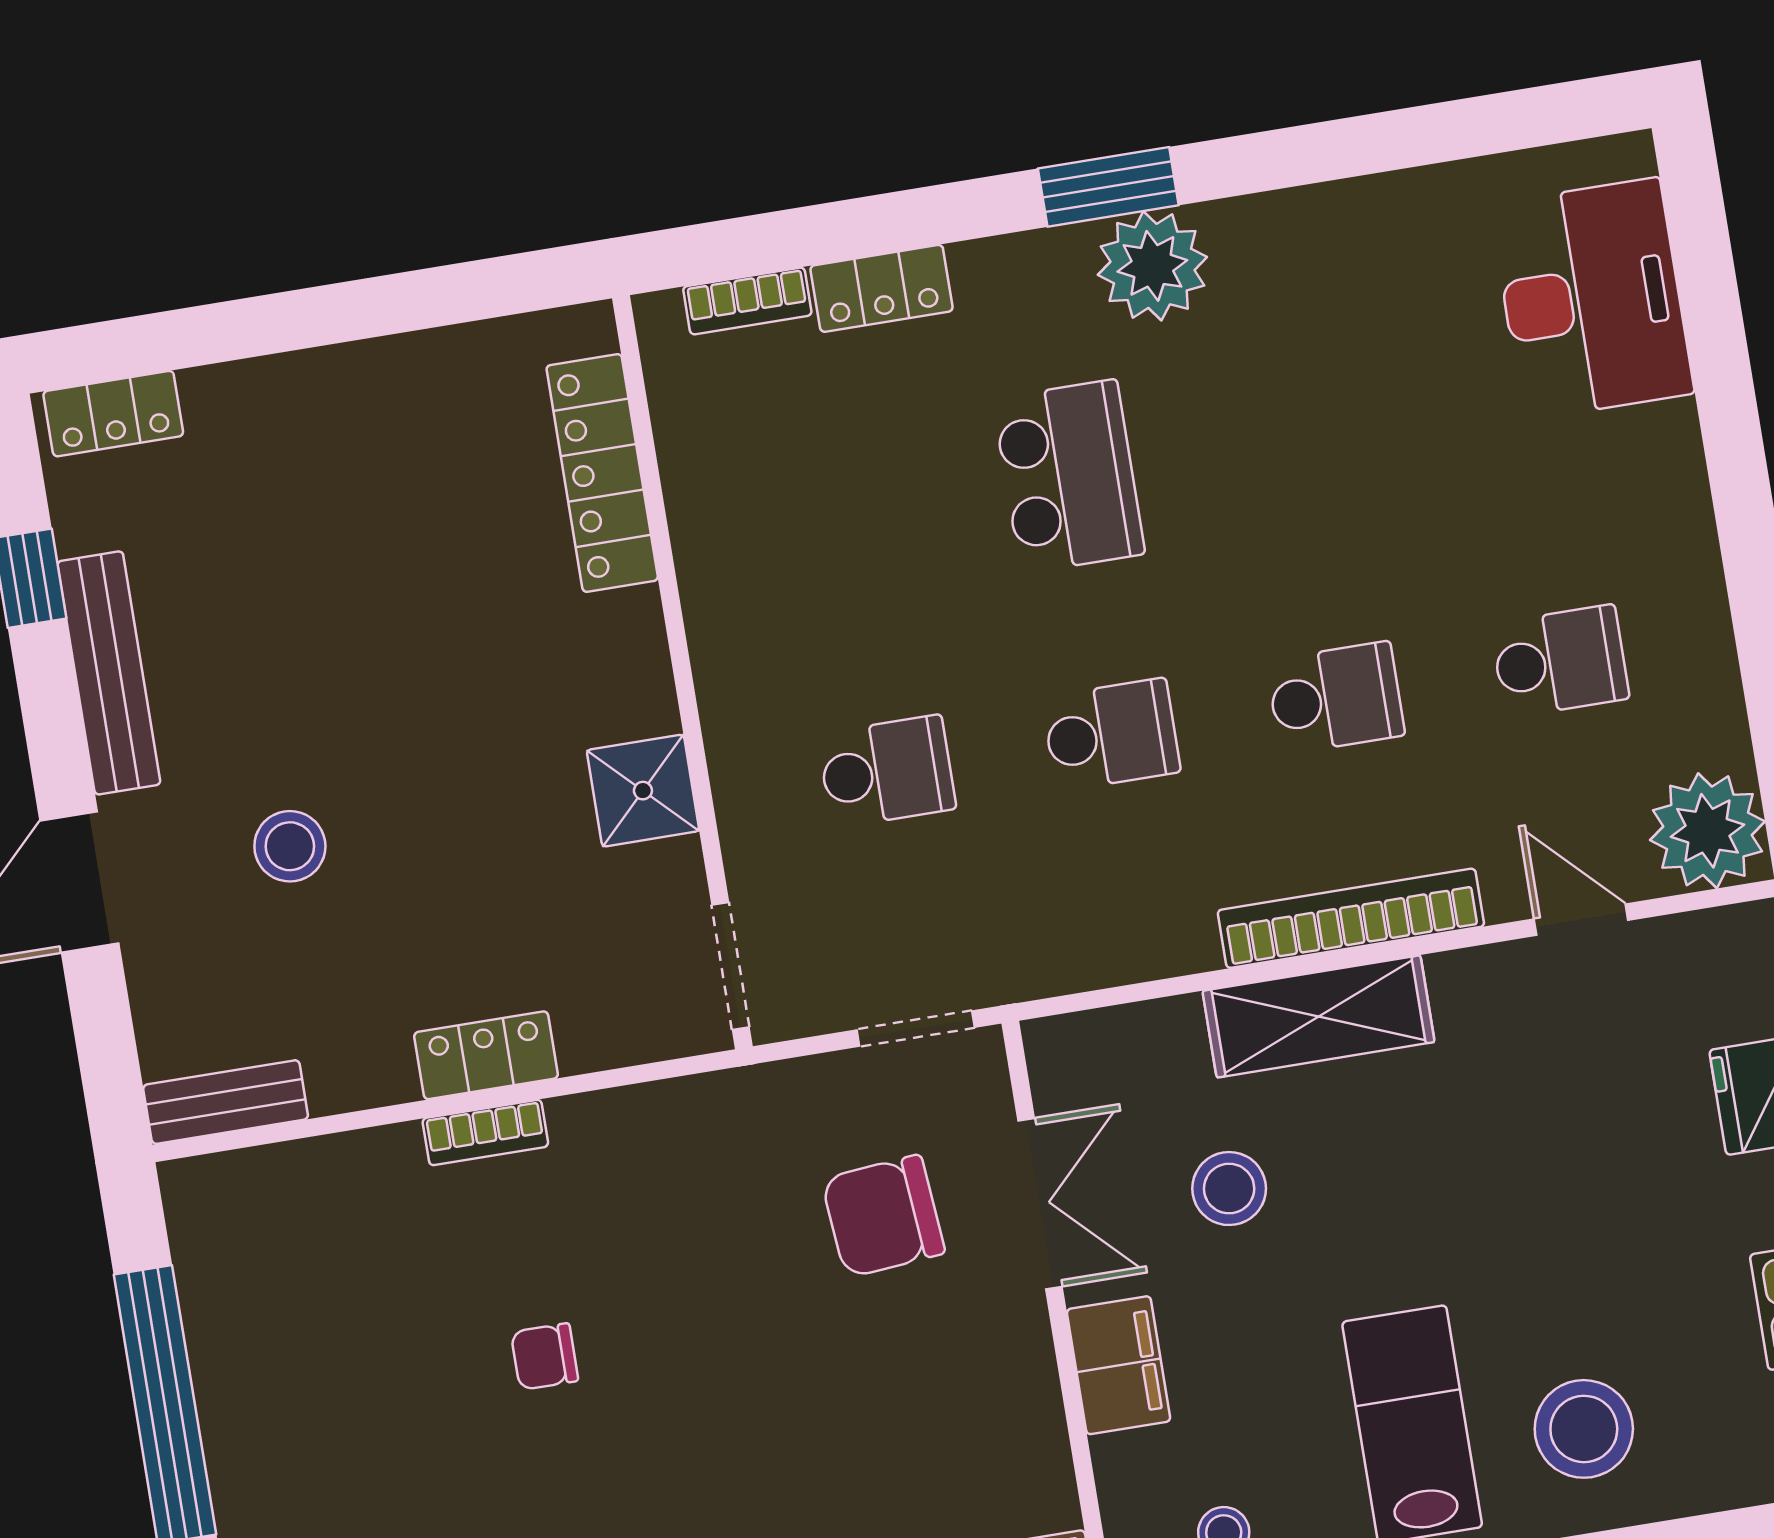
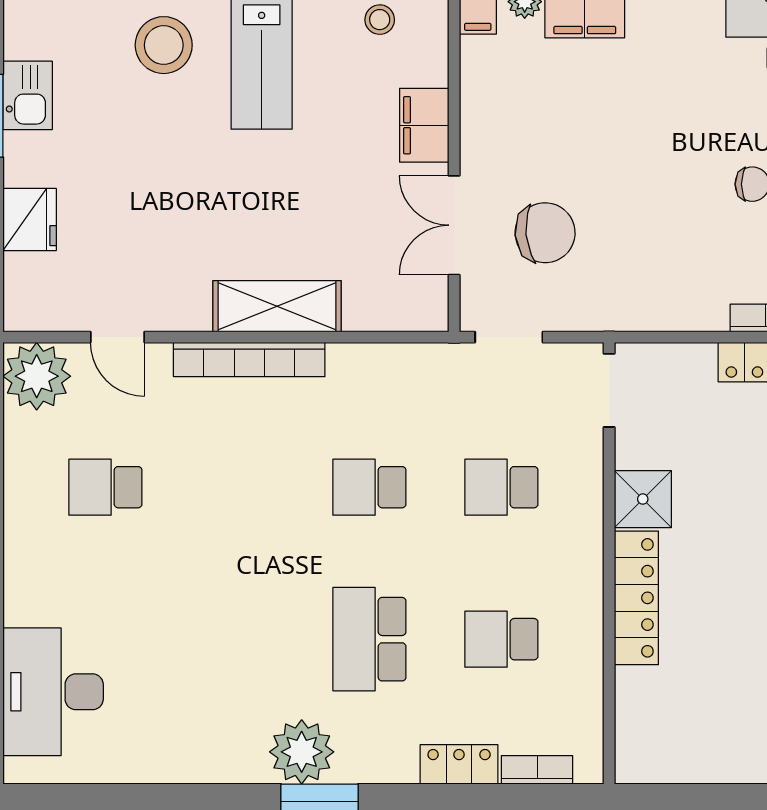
locker: (602, 473) -> (636, 598), moved
school desk: (1335, 698) -> (501, 639), moved
stool: (1229, 1189) -> (344, 216), removed

